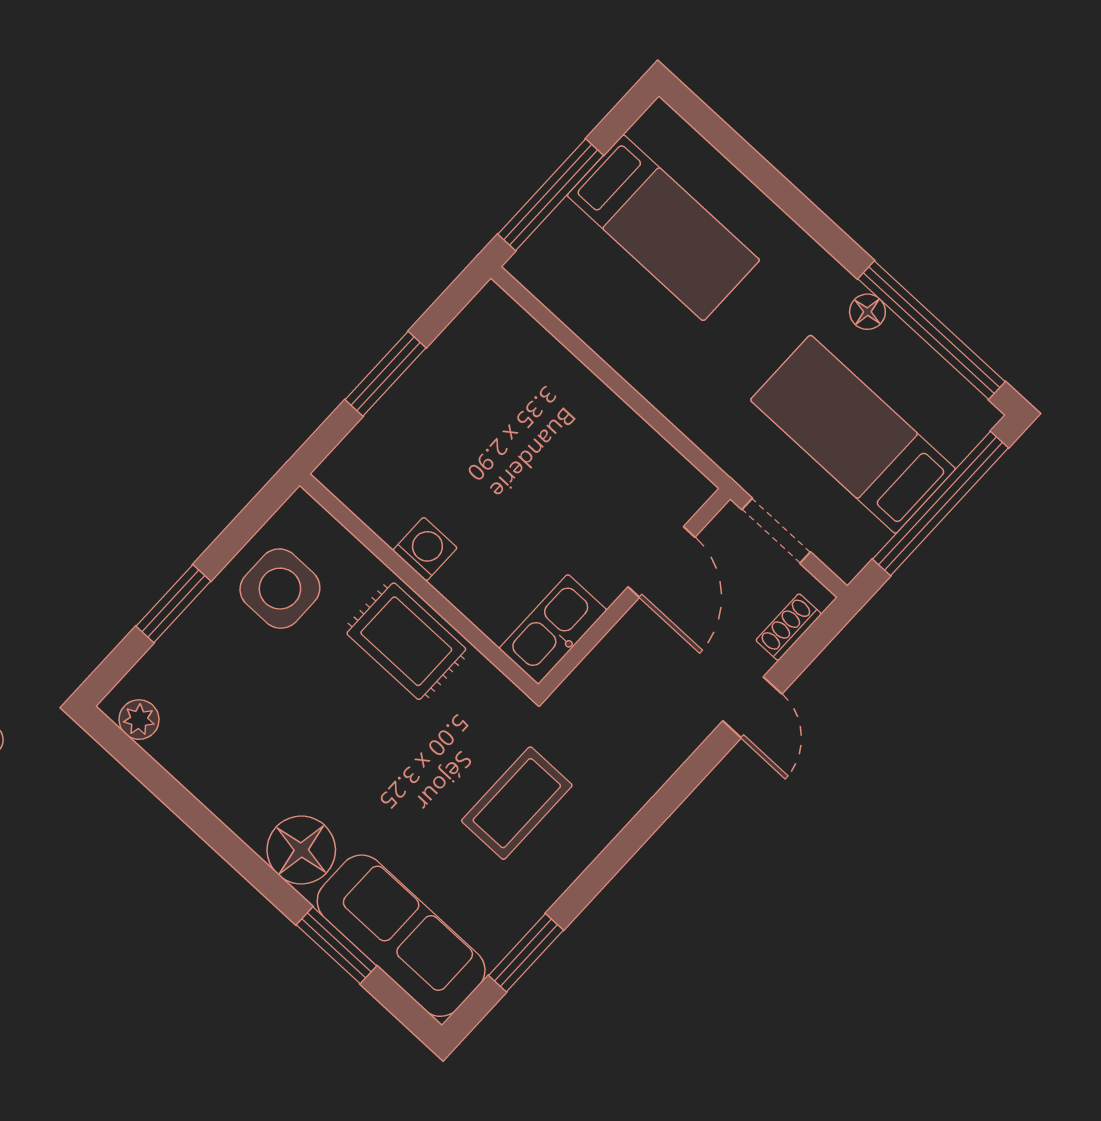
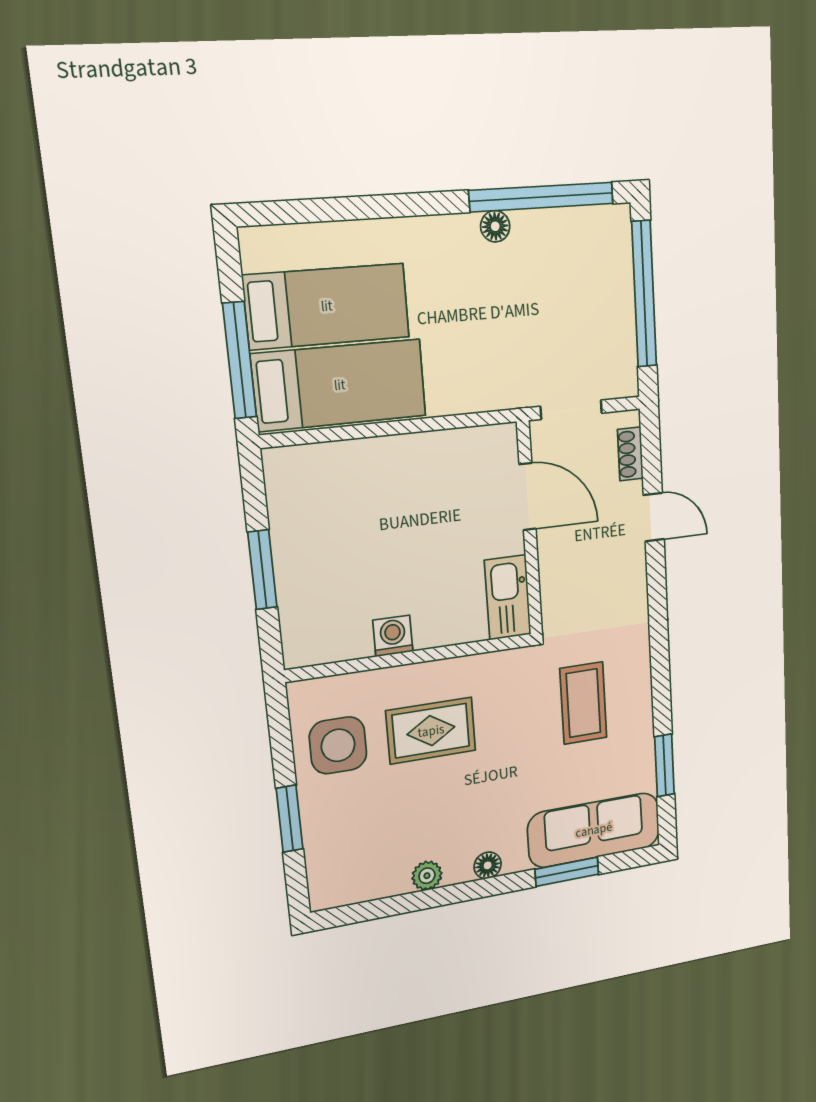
bed: (853, 434) -> (340, 385), moved, turned 180
rug: (406, 641) -> (431, 731), moved
plant: (139, 720) -> (427, 876), moved
floor lamp: (301, 850) -> (488, 865), width x0.53, depth x0.53

